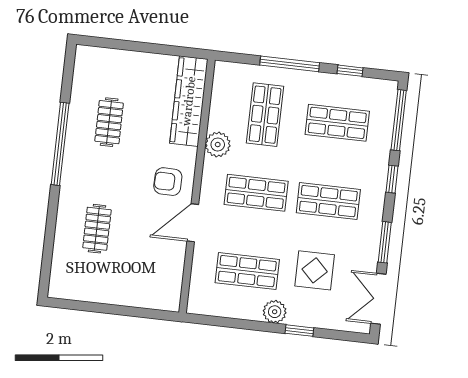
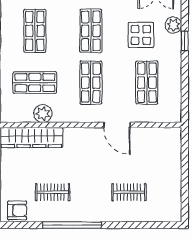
plant: (218, 144) -> (43, 114), moved
armchair: (168, 182) -> (17, 210), moved, turned -91
plant: (275, 312) -> (173, 25), moved

